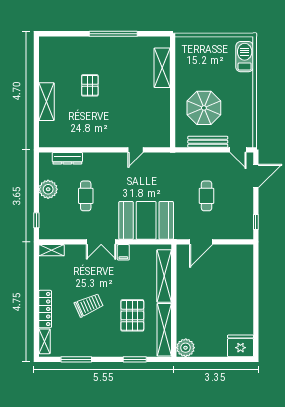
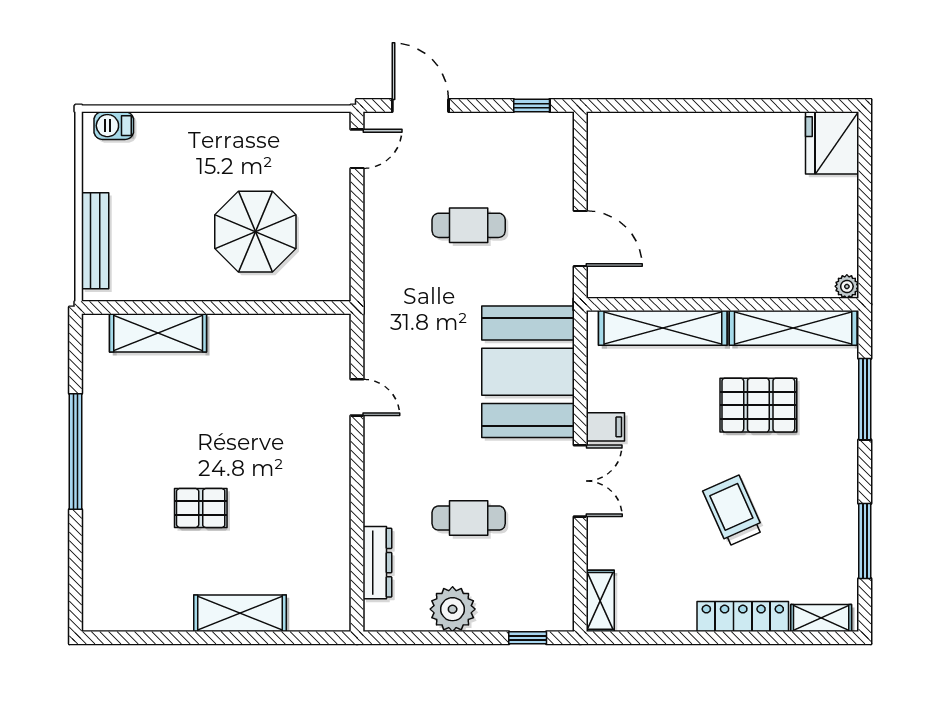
barbecue: (245, 57) -> (114, 126), width x0.53, depth x0.65
bench: (208, 142) -> (95, 241), moved
plant: (186, 348) -> (847, 286), width x0.53, depth x0.53
window: (135, 359) -> (865, 399), width x1.44

